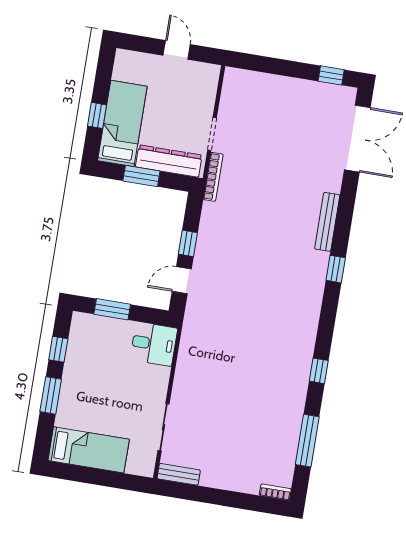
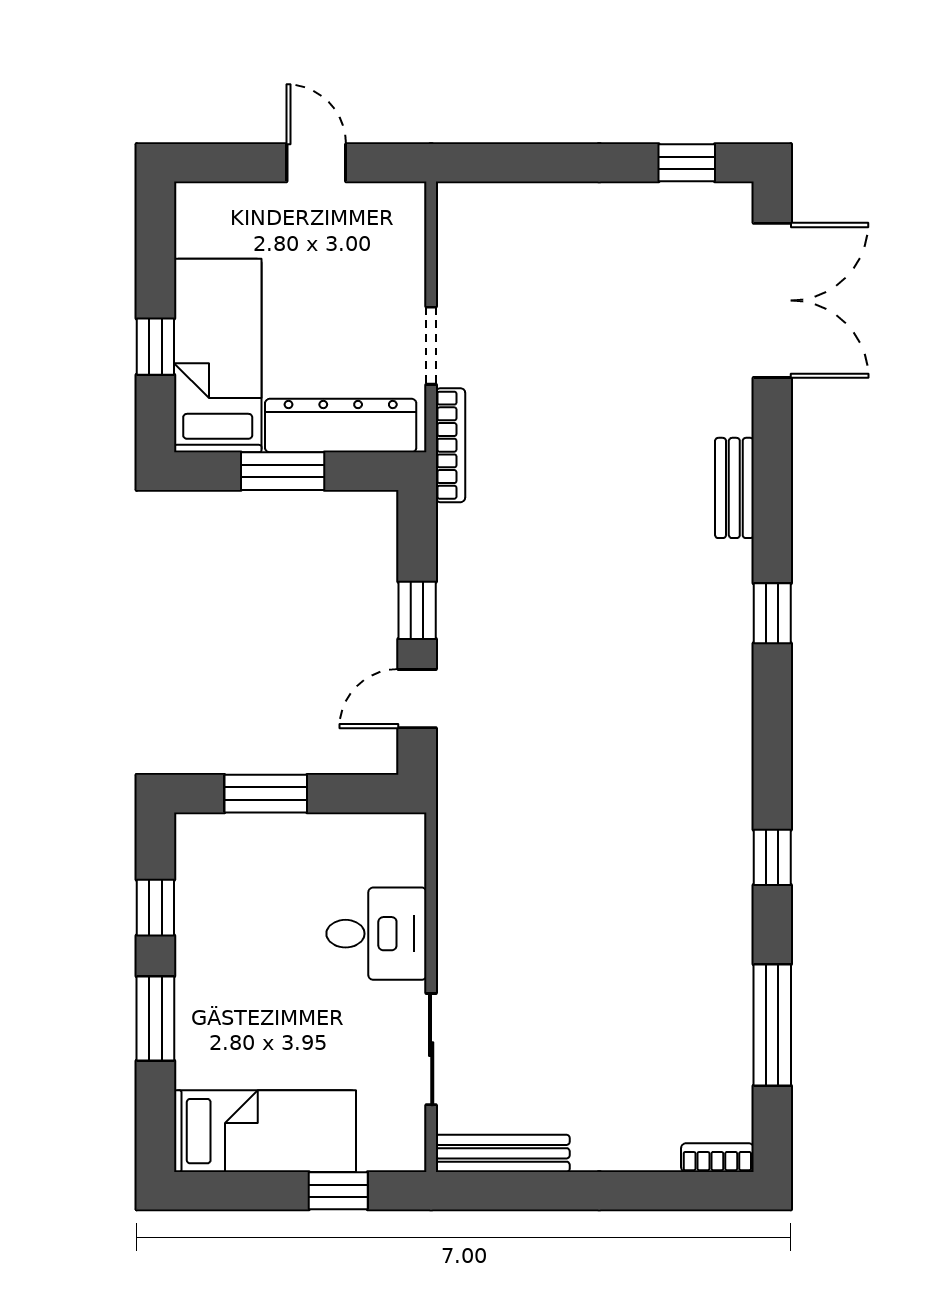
bench: (327, 222) -> (734, 488), width x0.73
desk: (154, 344) -> (376, 934), moved
bench: (179, 474) -> (503, 1153), width x1.36
window: (115, 480) -> (338, 1191), added

